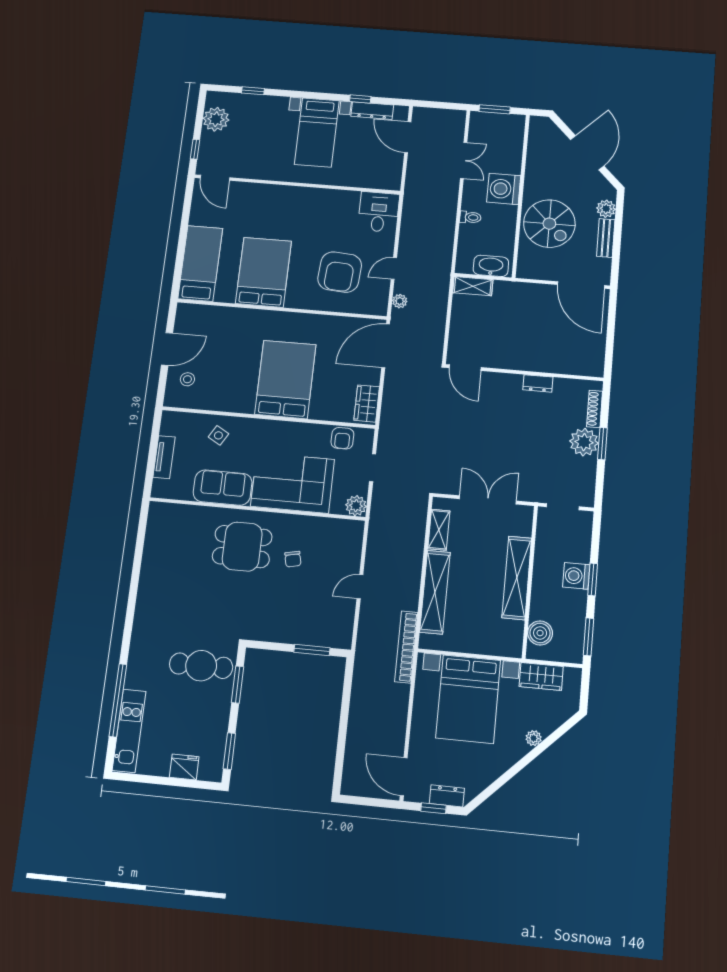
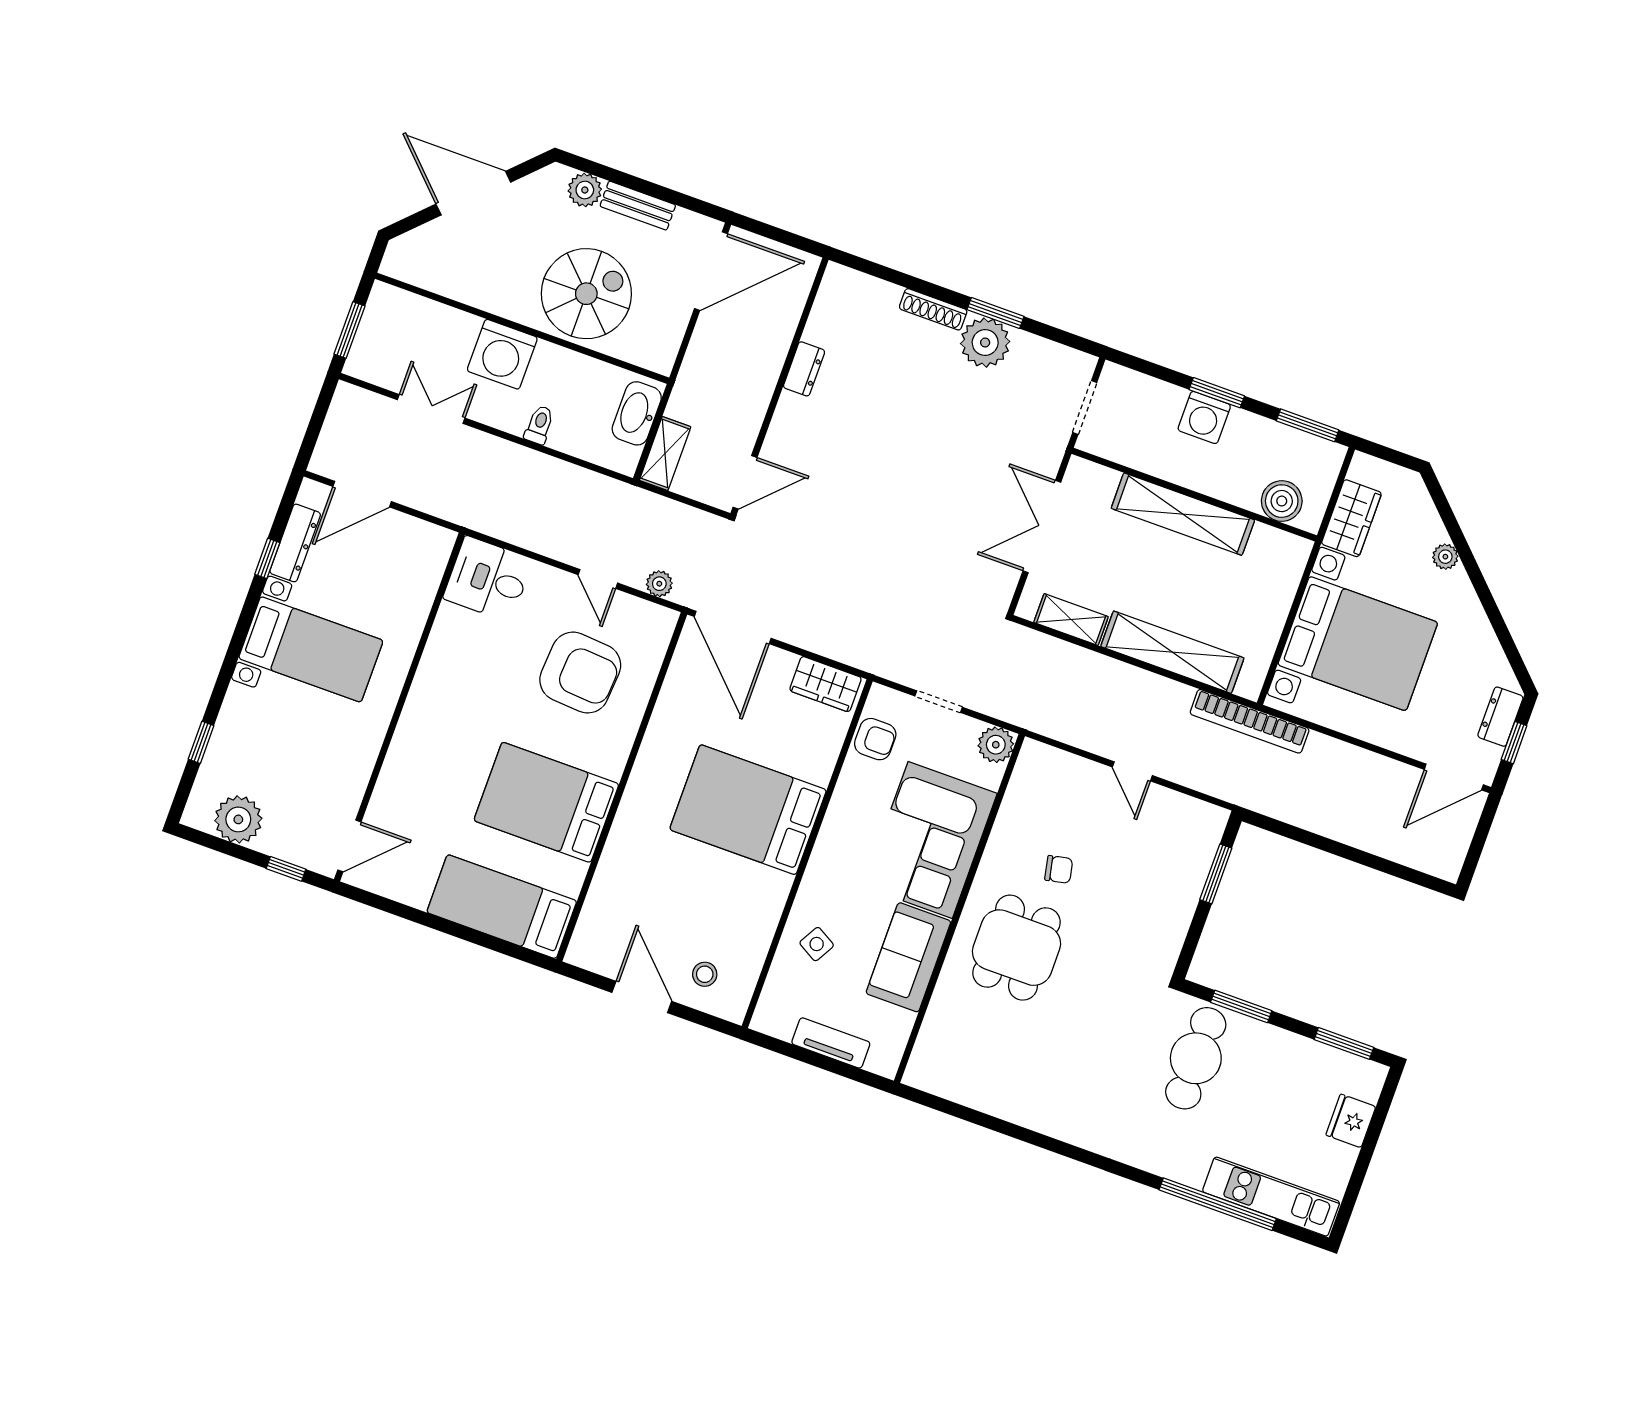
door: (465, 368) -> (745, 482), moved
wall: (524, 373) -> (779, 387), moved
dresser: (538, 383) -> (804, 369), moved

